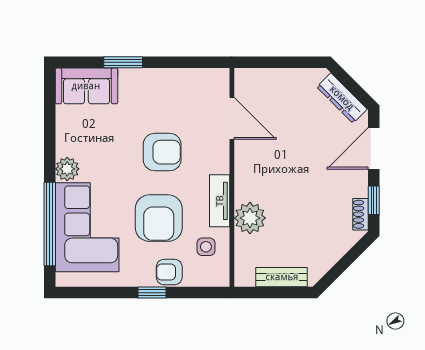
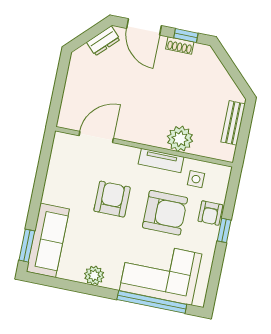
window: (123, 62) -> (27, 246), moved
sofa: (86, 86) -> (48, 240), width x1.36
dresser: (342, 98) -> (103, 41), width x0.70
plant: (67, 169) -> (94, 275), moved
shoe rack: (361, 214) -> (180, 45), moved

